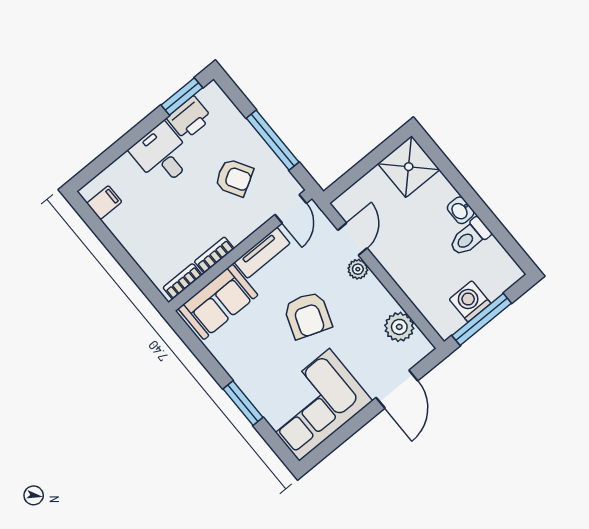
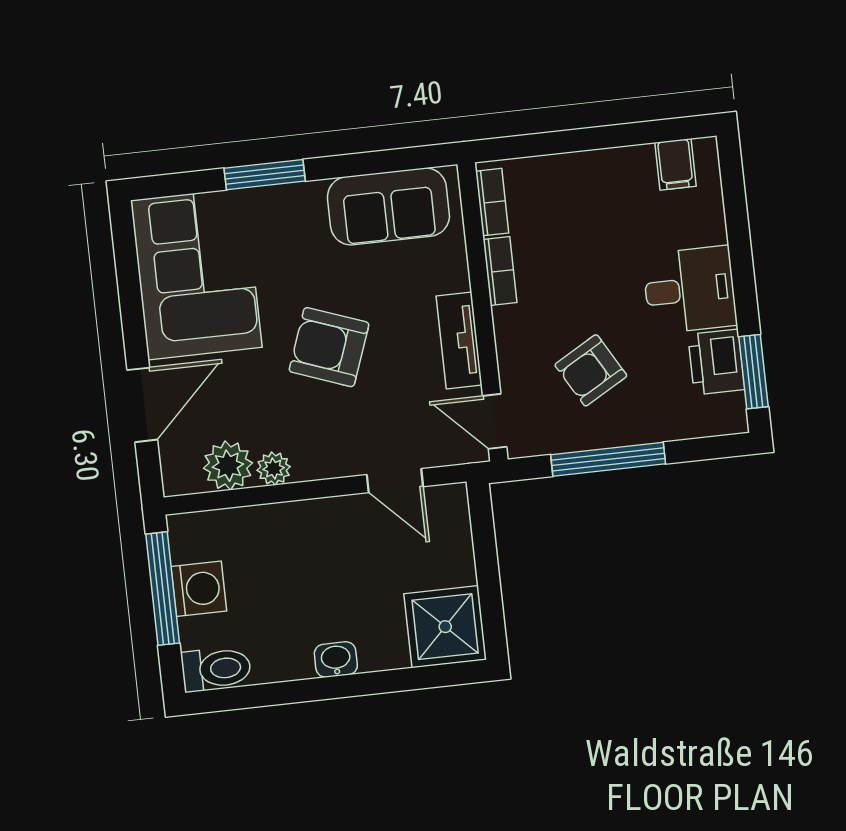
toilet: (470, 237) -> (216, 669), moved, turned 90
plant: (358, 269) -> (274, 469), moved
sofa: (218, 302) -> (388, 206), moved, turned -90
door: (397, 389) -> (142, 405), swing flipped

